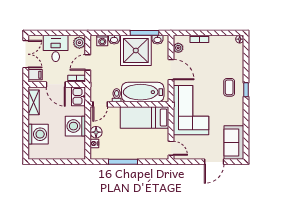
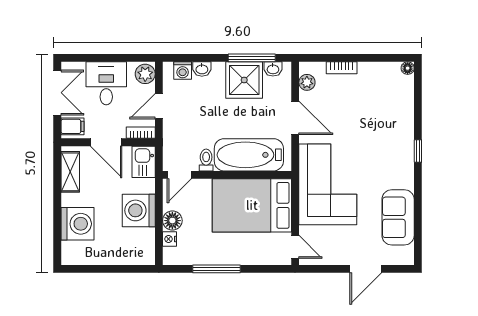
shower: (136, 50) -> (244, 80), width x0.73, depth x0.73
coffee table: (229, 87) -> (390, 147), removed
bed: (145, 118) -> (252, 205), width x1.50
sofa: (234, 143) -> (398, 217), moved

